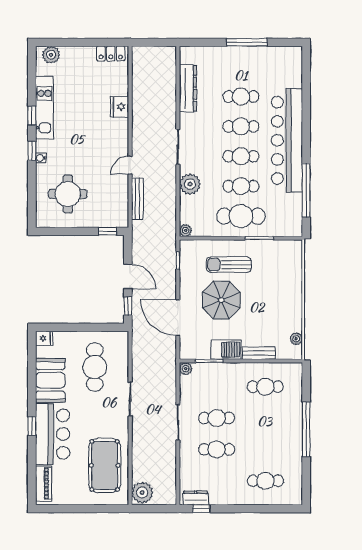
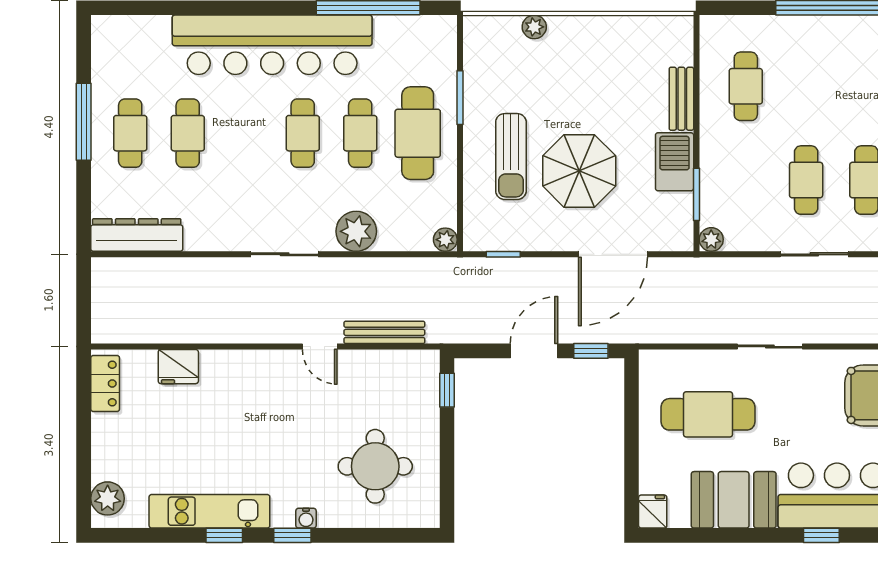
dresser: (188, 88) -> (137, 235), moved
fridge: (120, 107) -> (178, 367), moved
cafe table: (241, 126) -> (130, 133), moved
plant: (296, 339) -> (534, 27), moved

